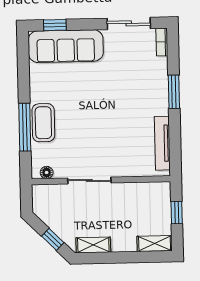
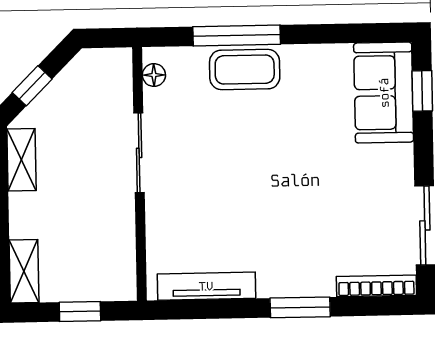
bookcase: (162, 42) -> (376, 286), width x1.56
sofa: (66, 46) -> (384, 93), width x0.73

